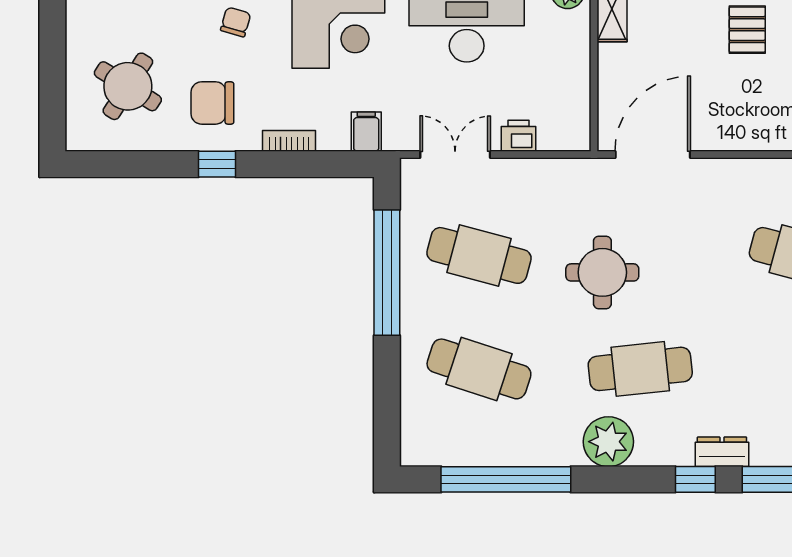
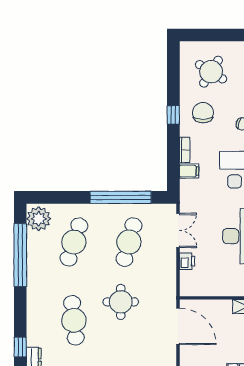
filing cabinet: (366, 132) -> (189, 171), moved
plant: (608, 442) -> (39, 219), moved

